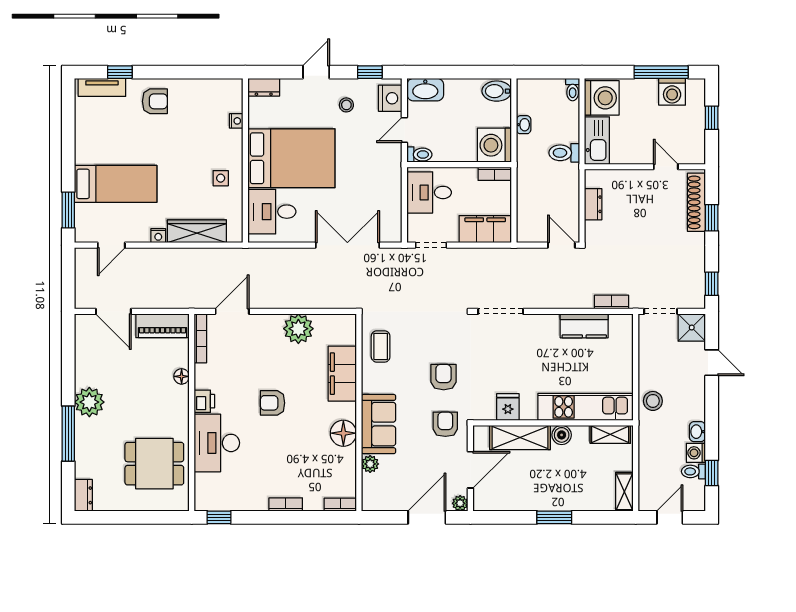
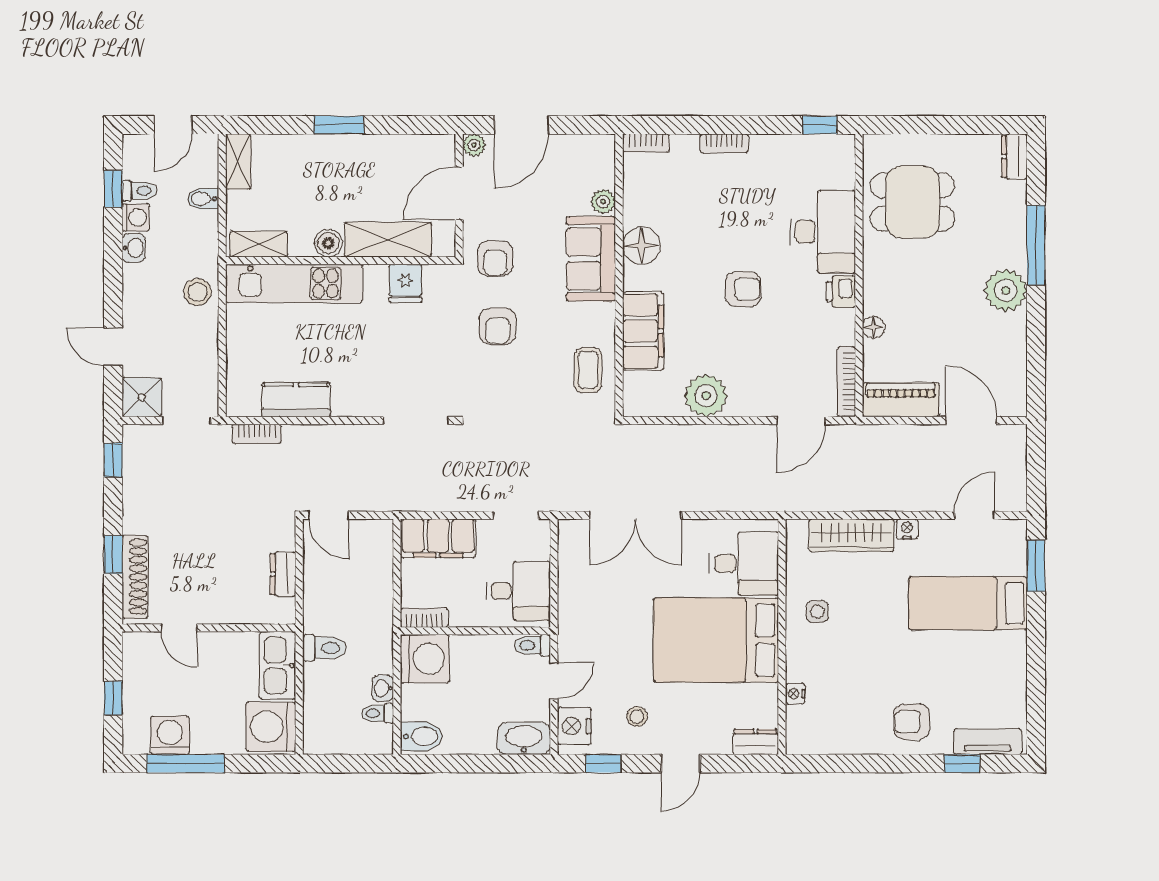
toilet: (573, 90) -> (377, 713), moved, turned -90
bidet: (649, 466) -> (203, 199), added

